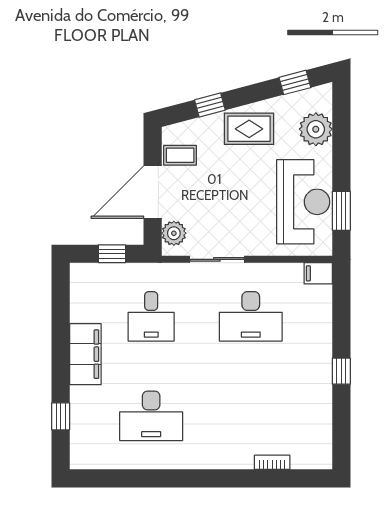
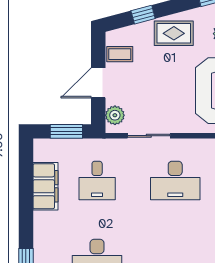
door: (153, 192) -> (98, 83), width x0.73
window: (112, 254) -> (66, 131), width x1.50
filing cabinet: (85, 354) -> (45, 186), moved

